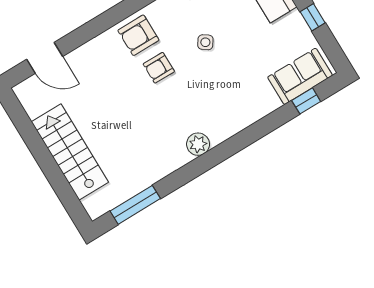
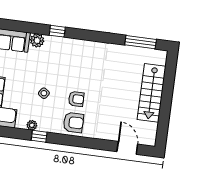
window: (306, 101) -> (57, 31), moved
plant: (198, 144) -> (37, 40), moved

